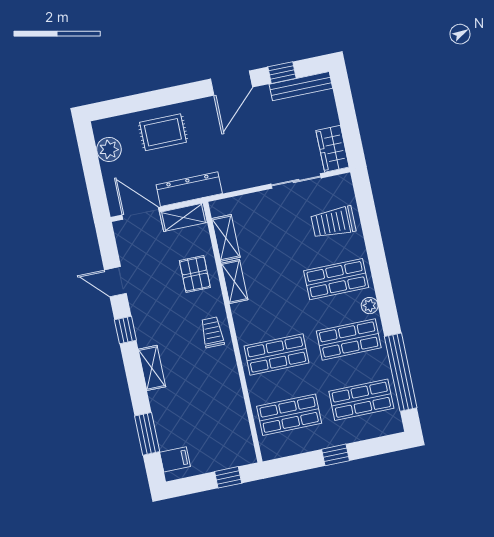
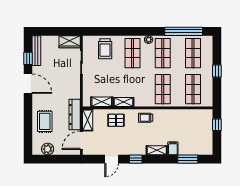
filing cabinet: (175, 459) -> (173, 148), moved

